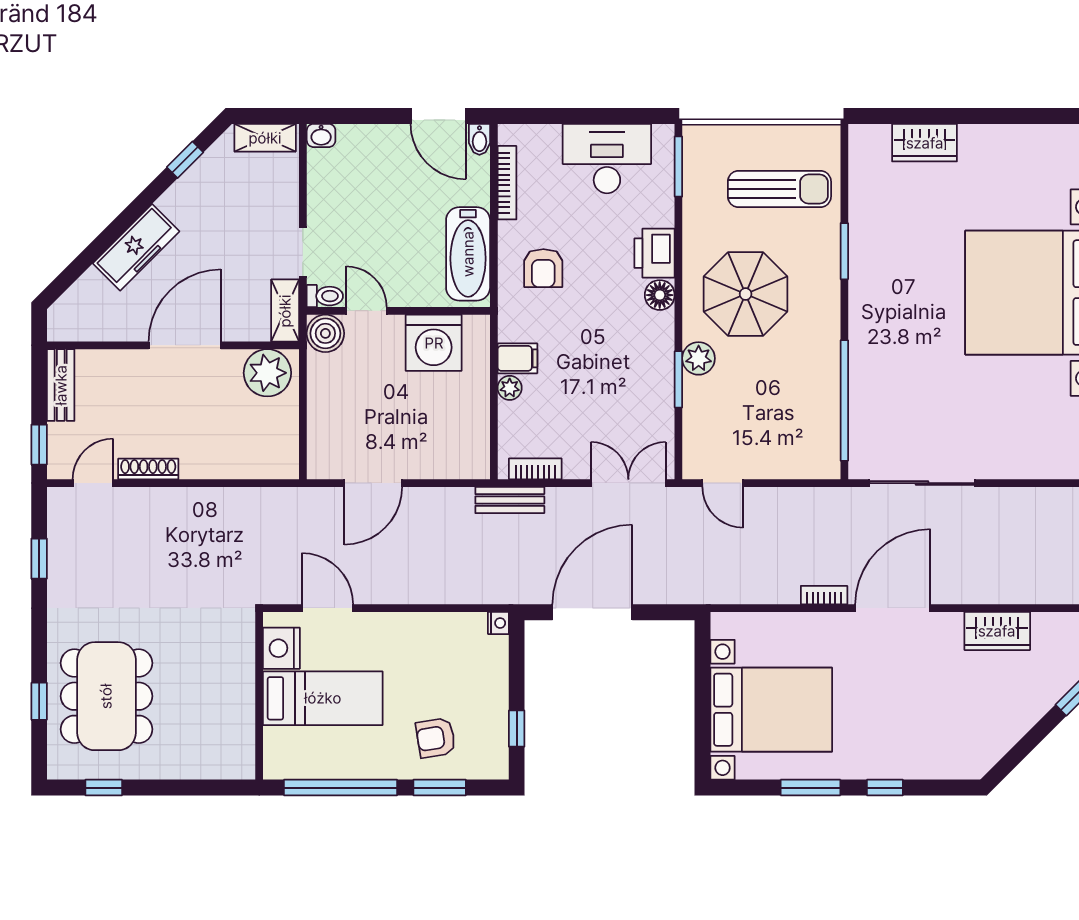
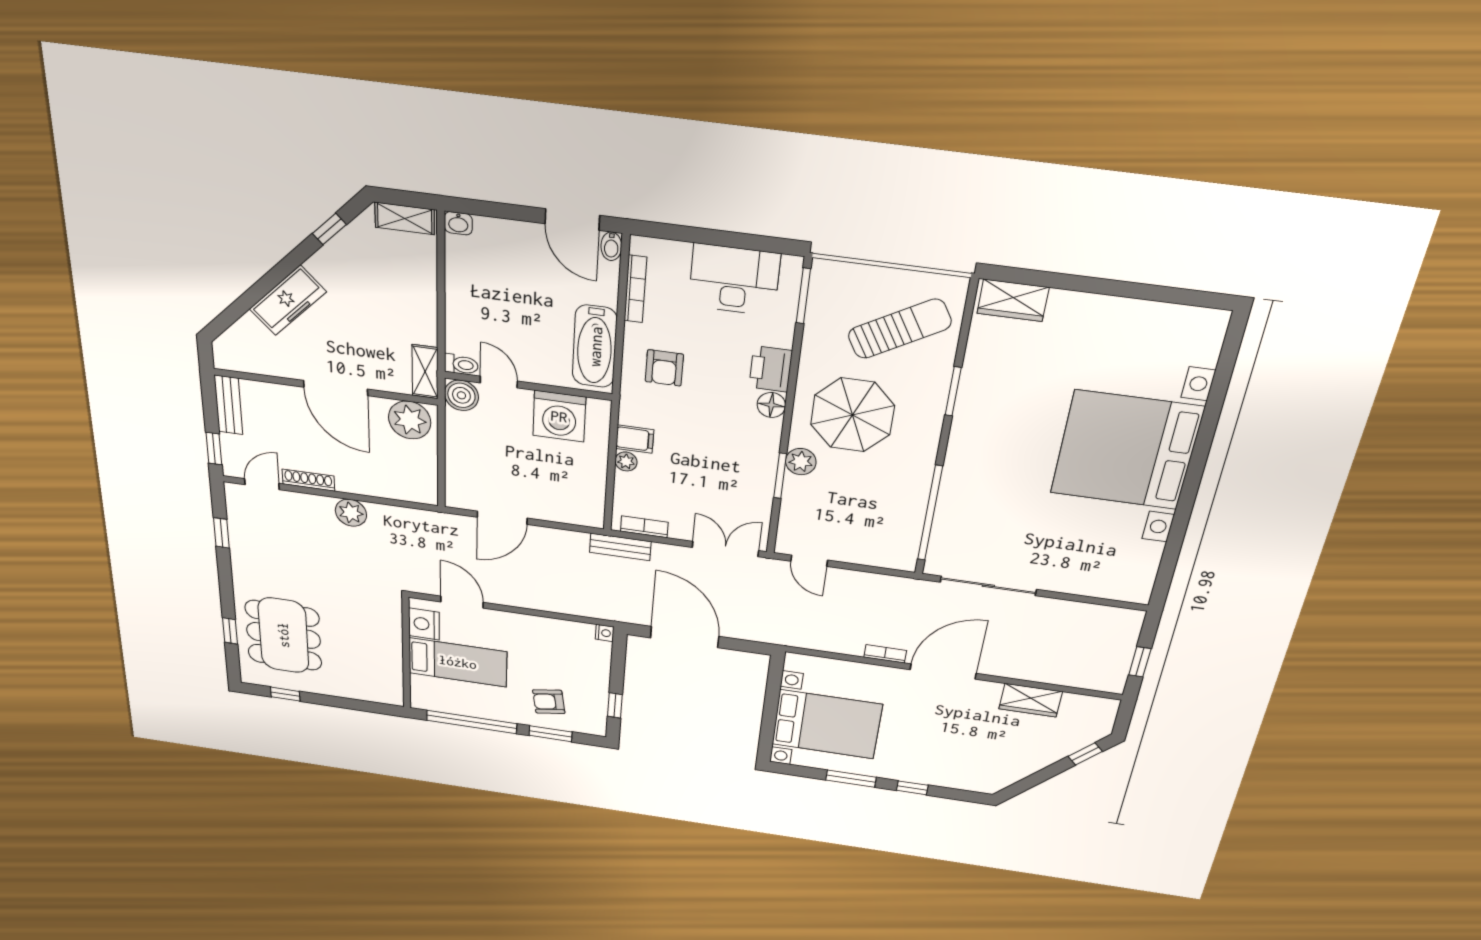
wardrobe: (925, 143) -> (1013, 300), moved
sun lounger: (779, 189) -> (900, 329), turned -30
doorway: (303, 252) -> (441, 325), removed
door: (185, 345) -> (336, 388), swing flipped
plant: (197, 505) -> (351, 513), added
door: (592, 612) -> (685, 637), hinge flipped

